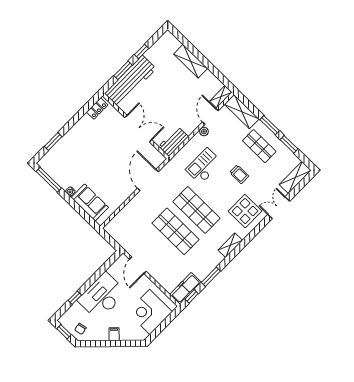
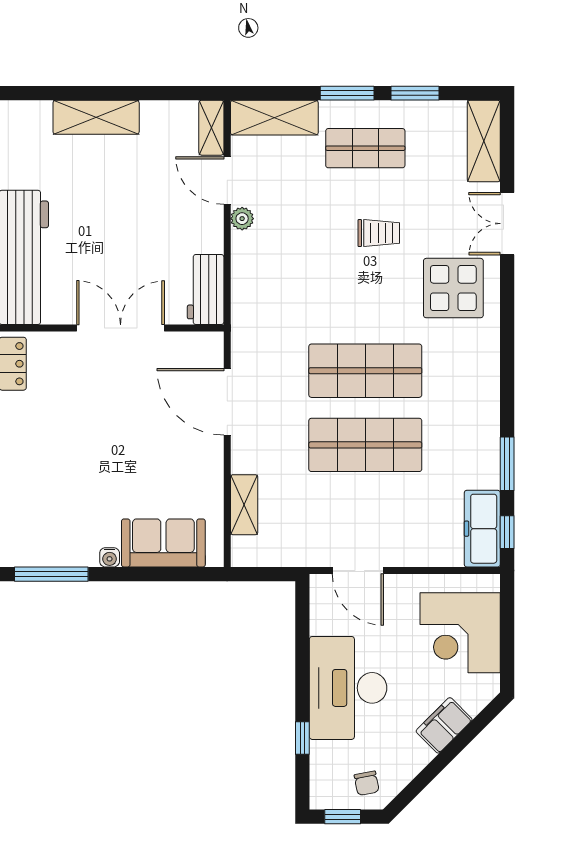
checkout: (204, 166) -> (302, 280), removed
shelving: (230, 245) -> (244, 505), moved
filing cabinet: (114, 334) -> (444, 725), width x2.00

